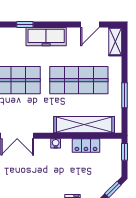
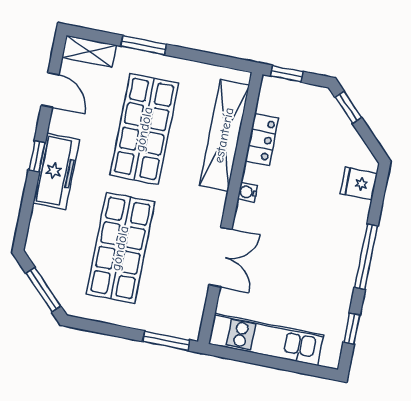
window: (25, 24) -> (37, 156), moved
window: (125, 95) -> (144, 45), moved

